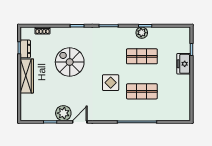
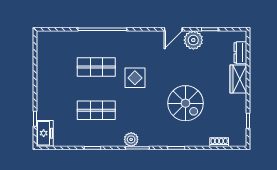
plant: (142, 33) -> (131, 139), moved
dresser: (25, 49) -> (240, 53), moved
freezer: (184, 64) -> (45, 133), moved
wardrobe: (27, 76) -> (238, 79), width x0.67

